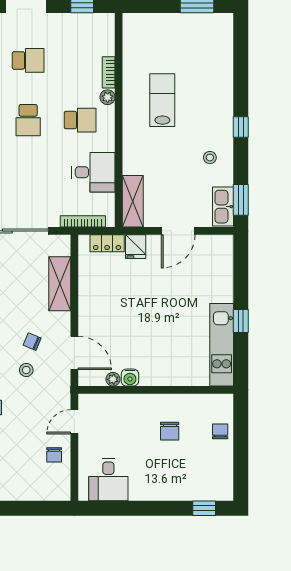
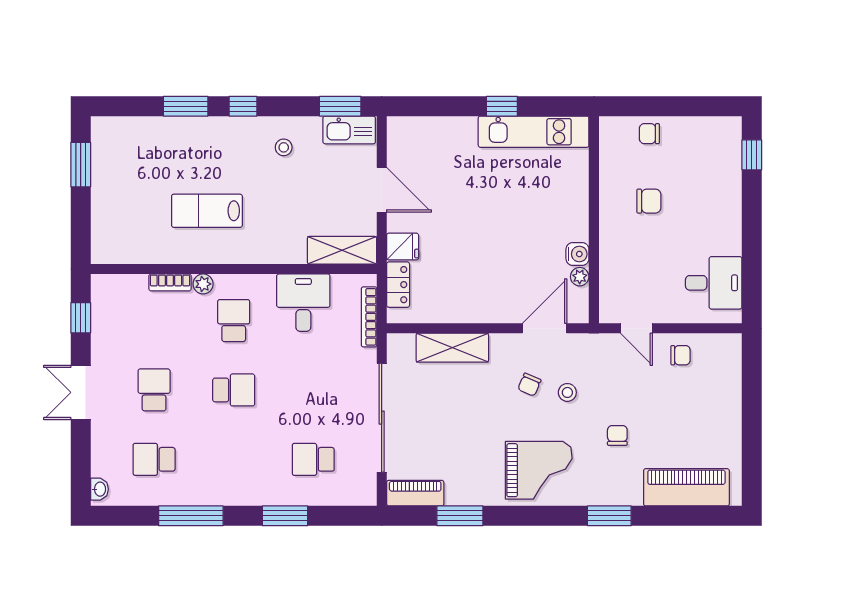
window: (241, 84) -> (186, 106), added

